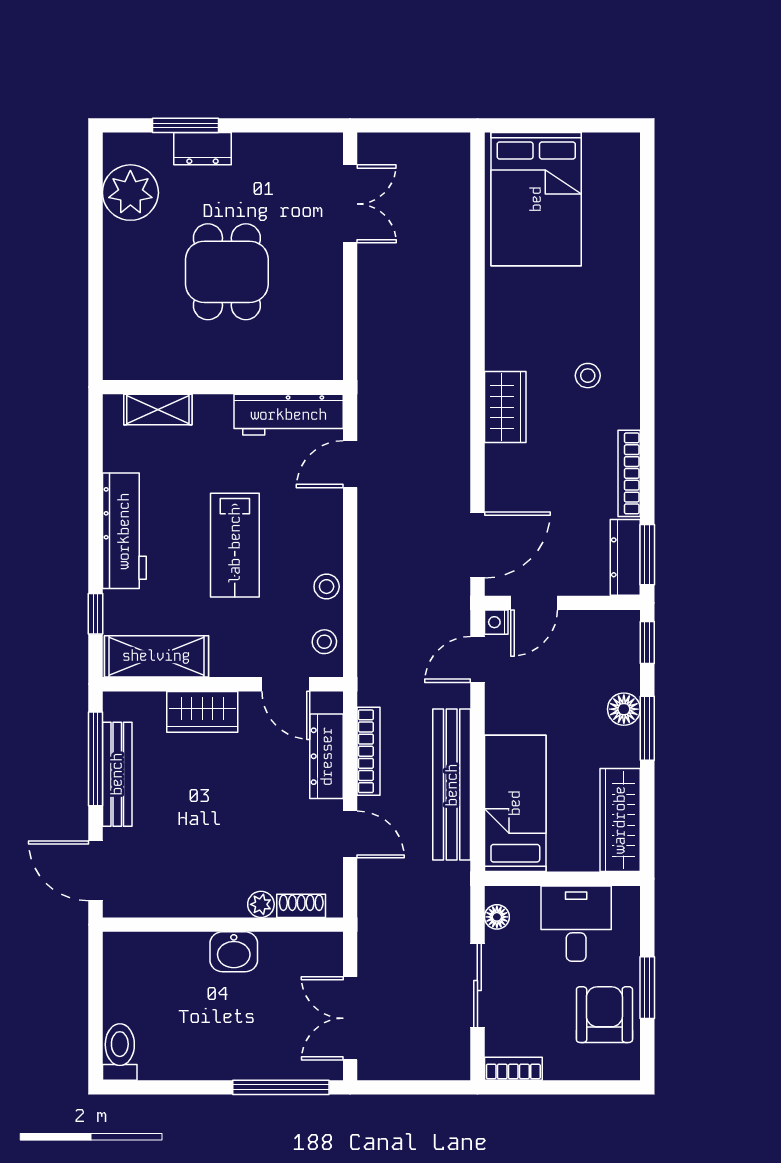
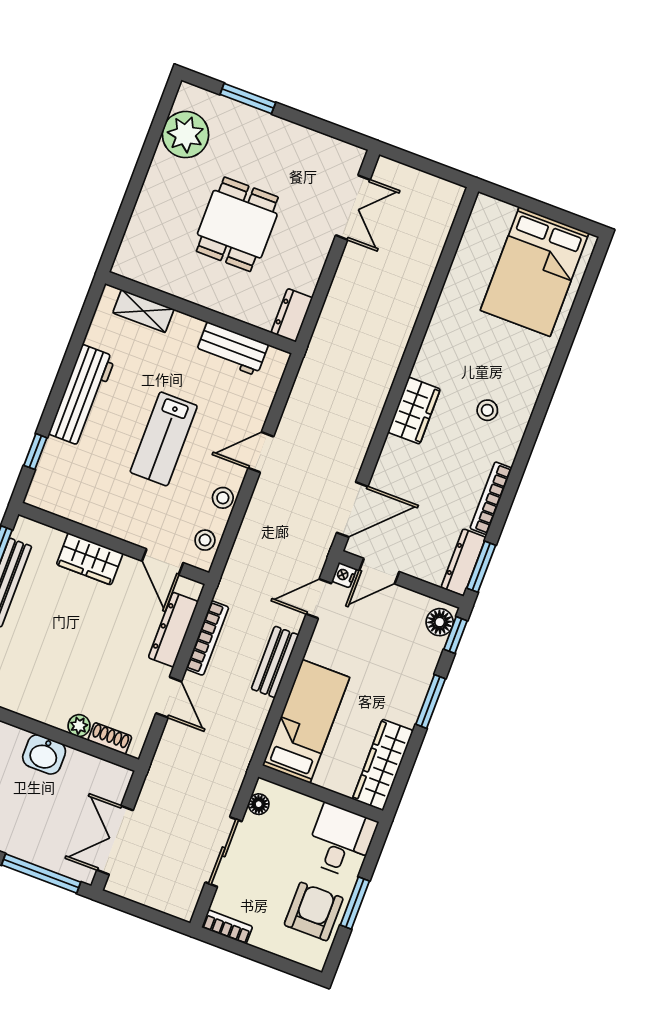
dresser: (202, 149) -> (292, 315), moved, turned 90
bed: (536, 199) -> (535, 272), moved
workbench: (289, 415) -> (232, 349), width x0.73
door: (350, 464) -> (261, 452), moved
shelving: (156, 656) -> (70, 502), removed
floor lamp: (624, 709) -> (440, 622), moved
bench: (452, 785) -> (275, 662), width x0.54, depth x0.82
desk: (576, 924) -> (341, 841), moved

